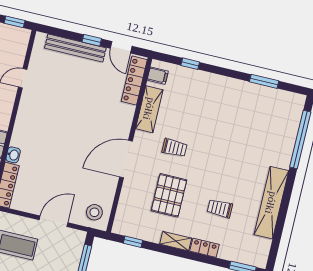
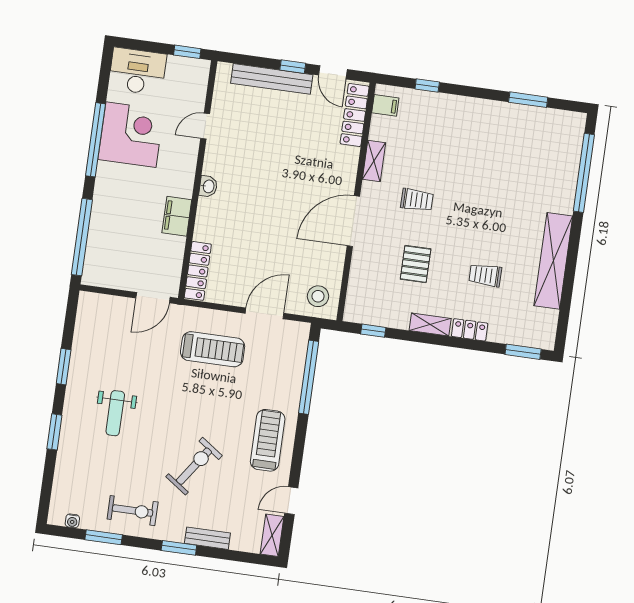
shelving: (149, 109) -> (374, 161), width x0.67, depth x0.75
washbasin: (13, 155) -> (208, 186), moved
pallet: (169, 195) -> (416, 264), width x0.67, depth x0.71

